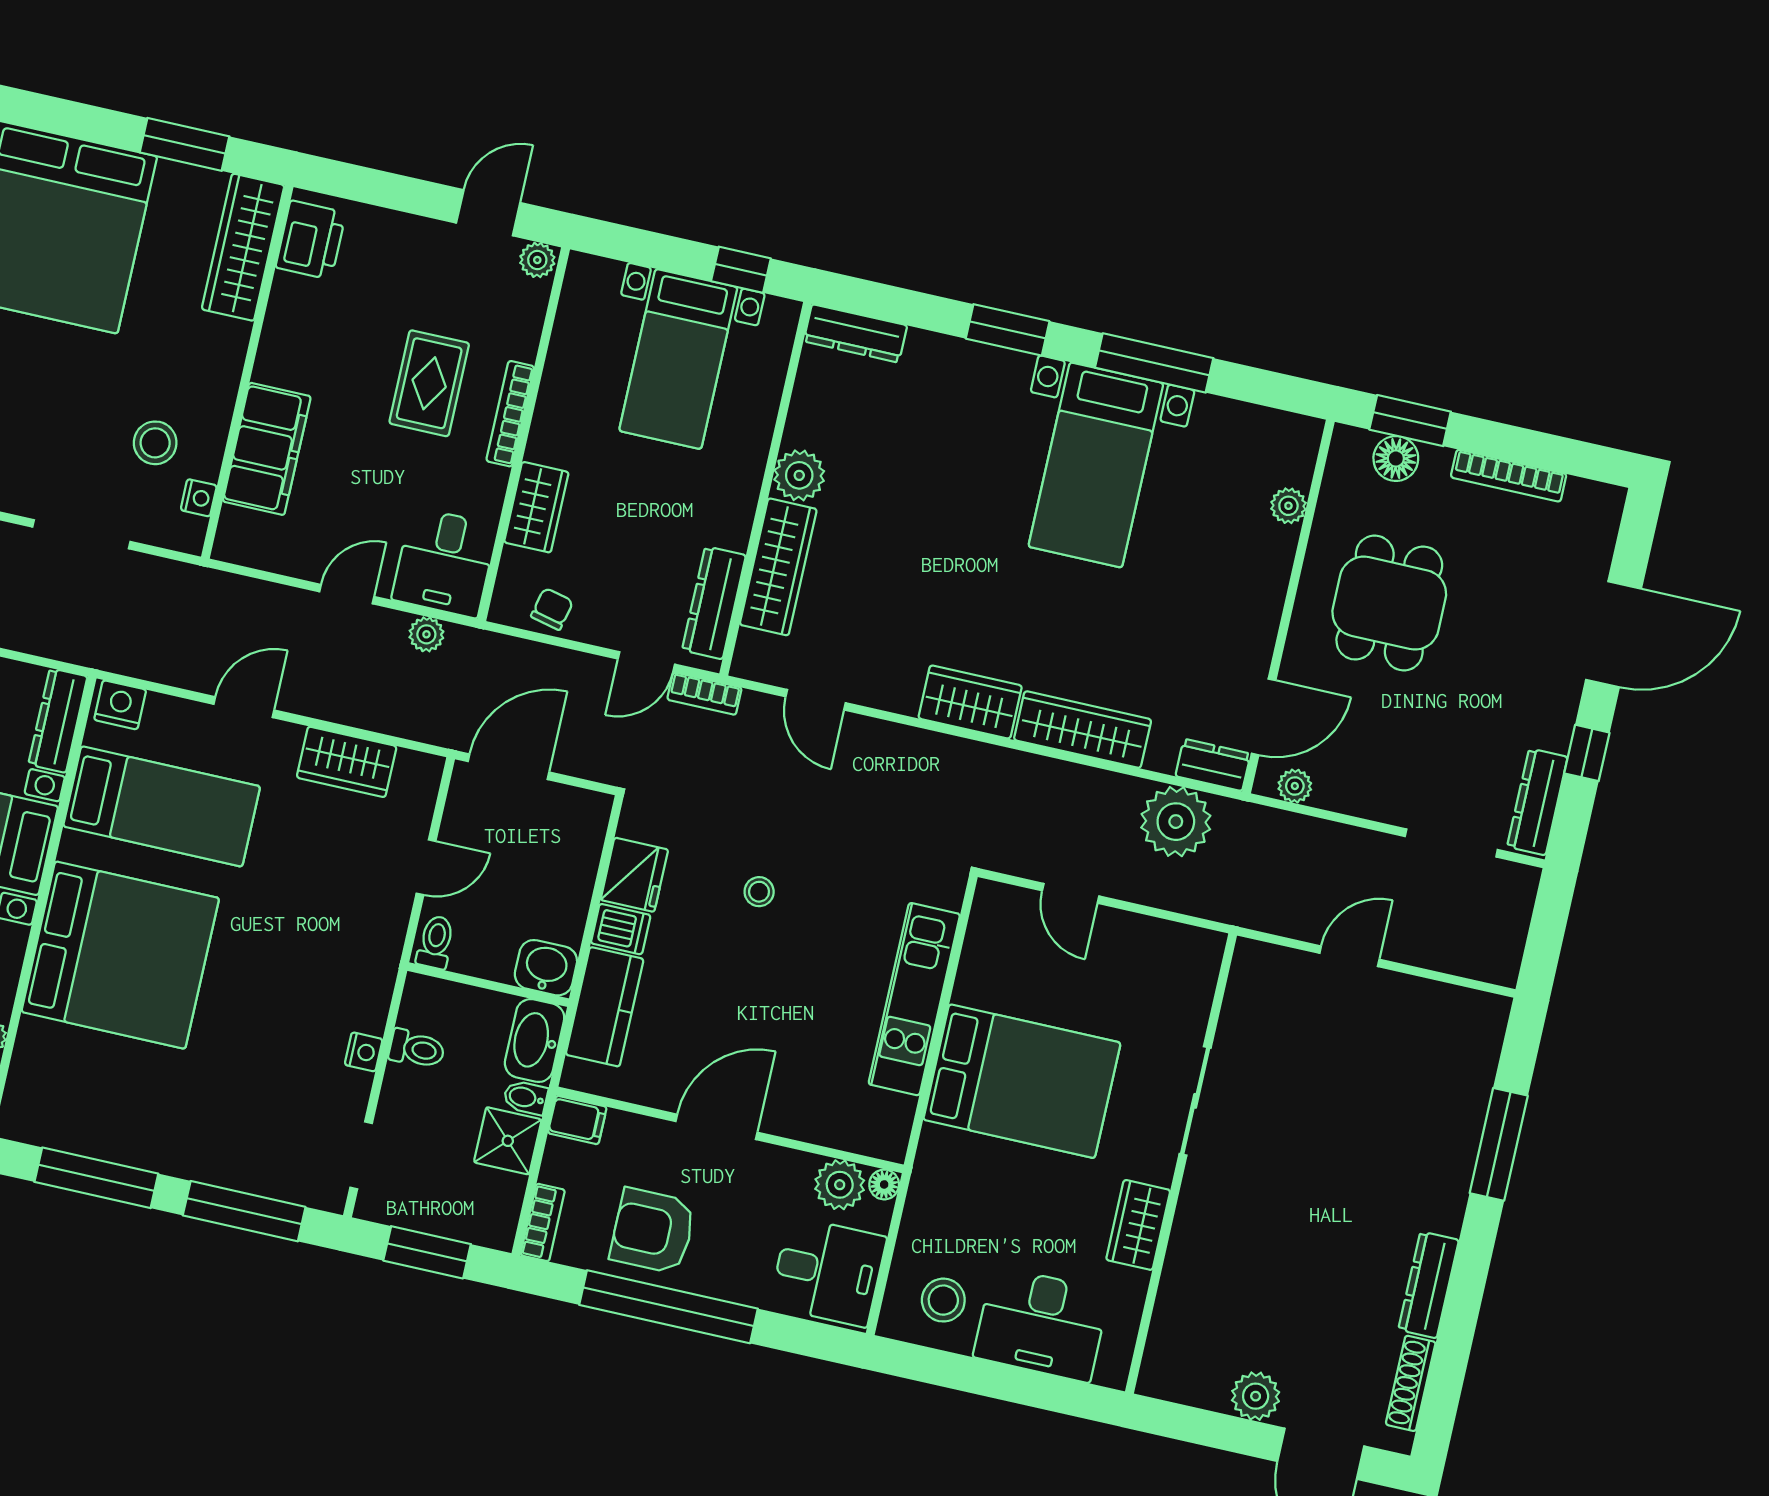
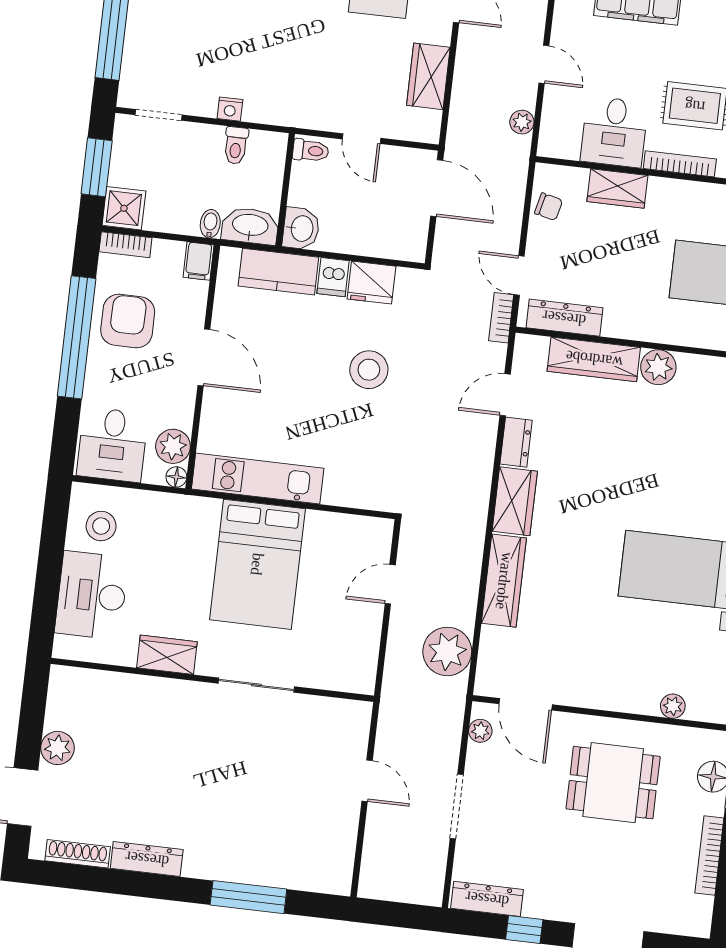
desk: (445, 562) -> (614, 132), moved, turned -90
dresser: (1213, 765) -> (516, 442), moved
doorway: (1451, 843) -> (457, 806), moved
stool: (759, 892) -> (369, 370), width x1.89, depth x1.89
kitchen unit: (914, 999) -> (258, 479), moved
shower: (508, 1141) -> (124, 208), moved

